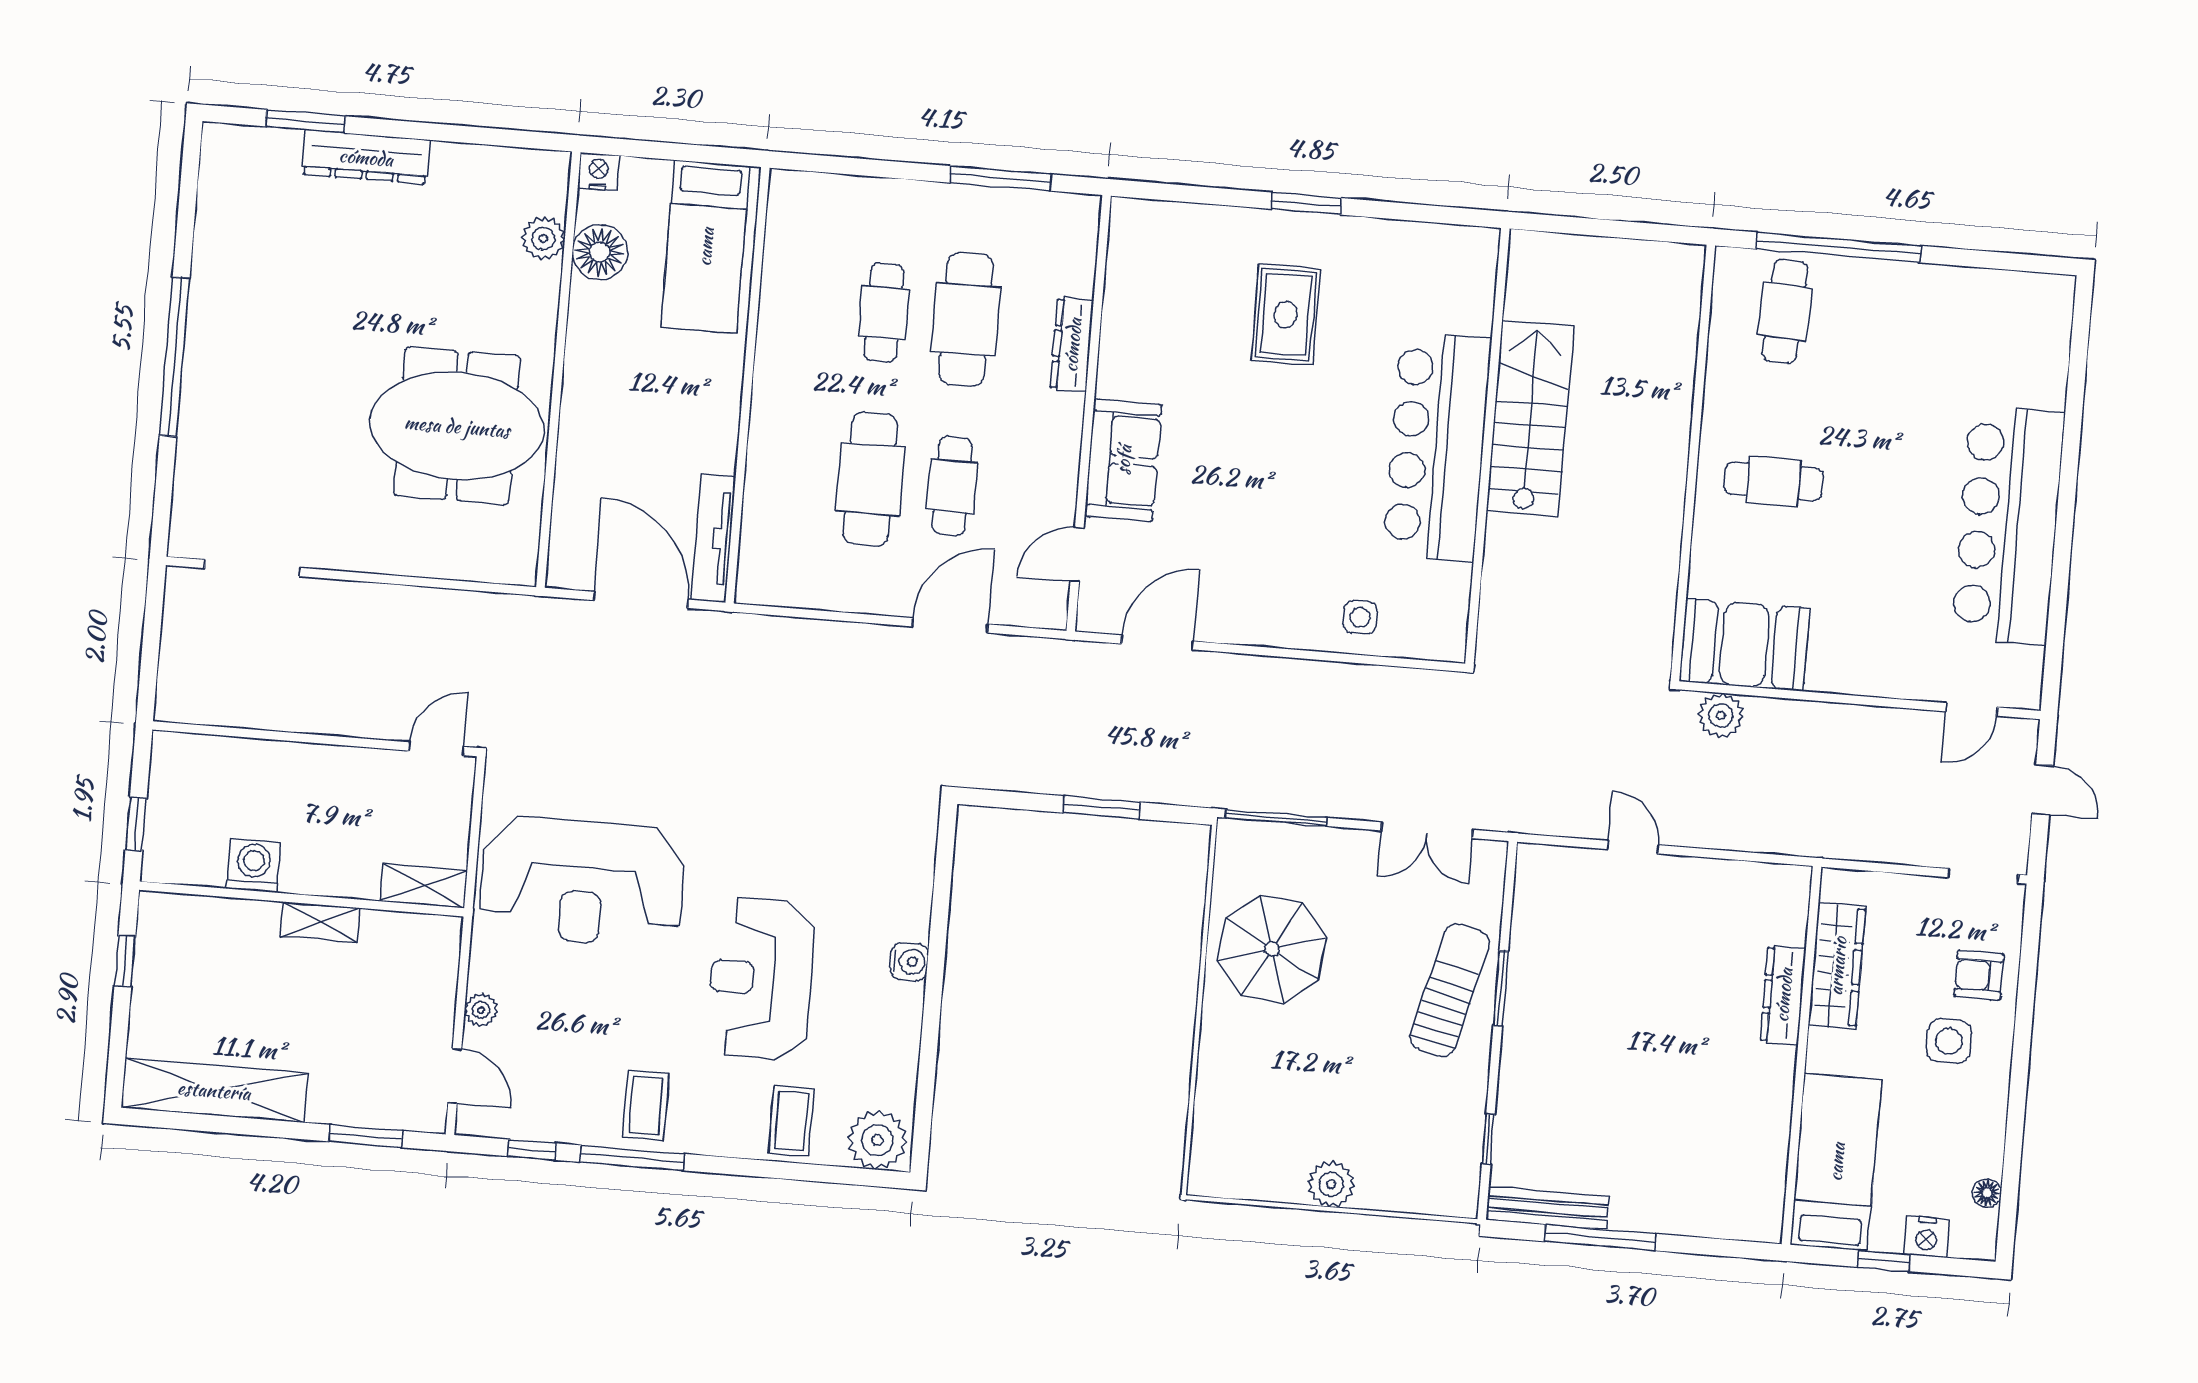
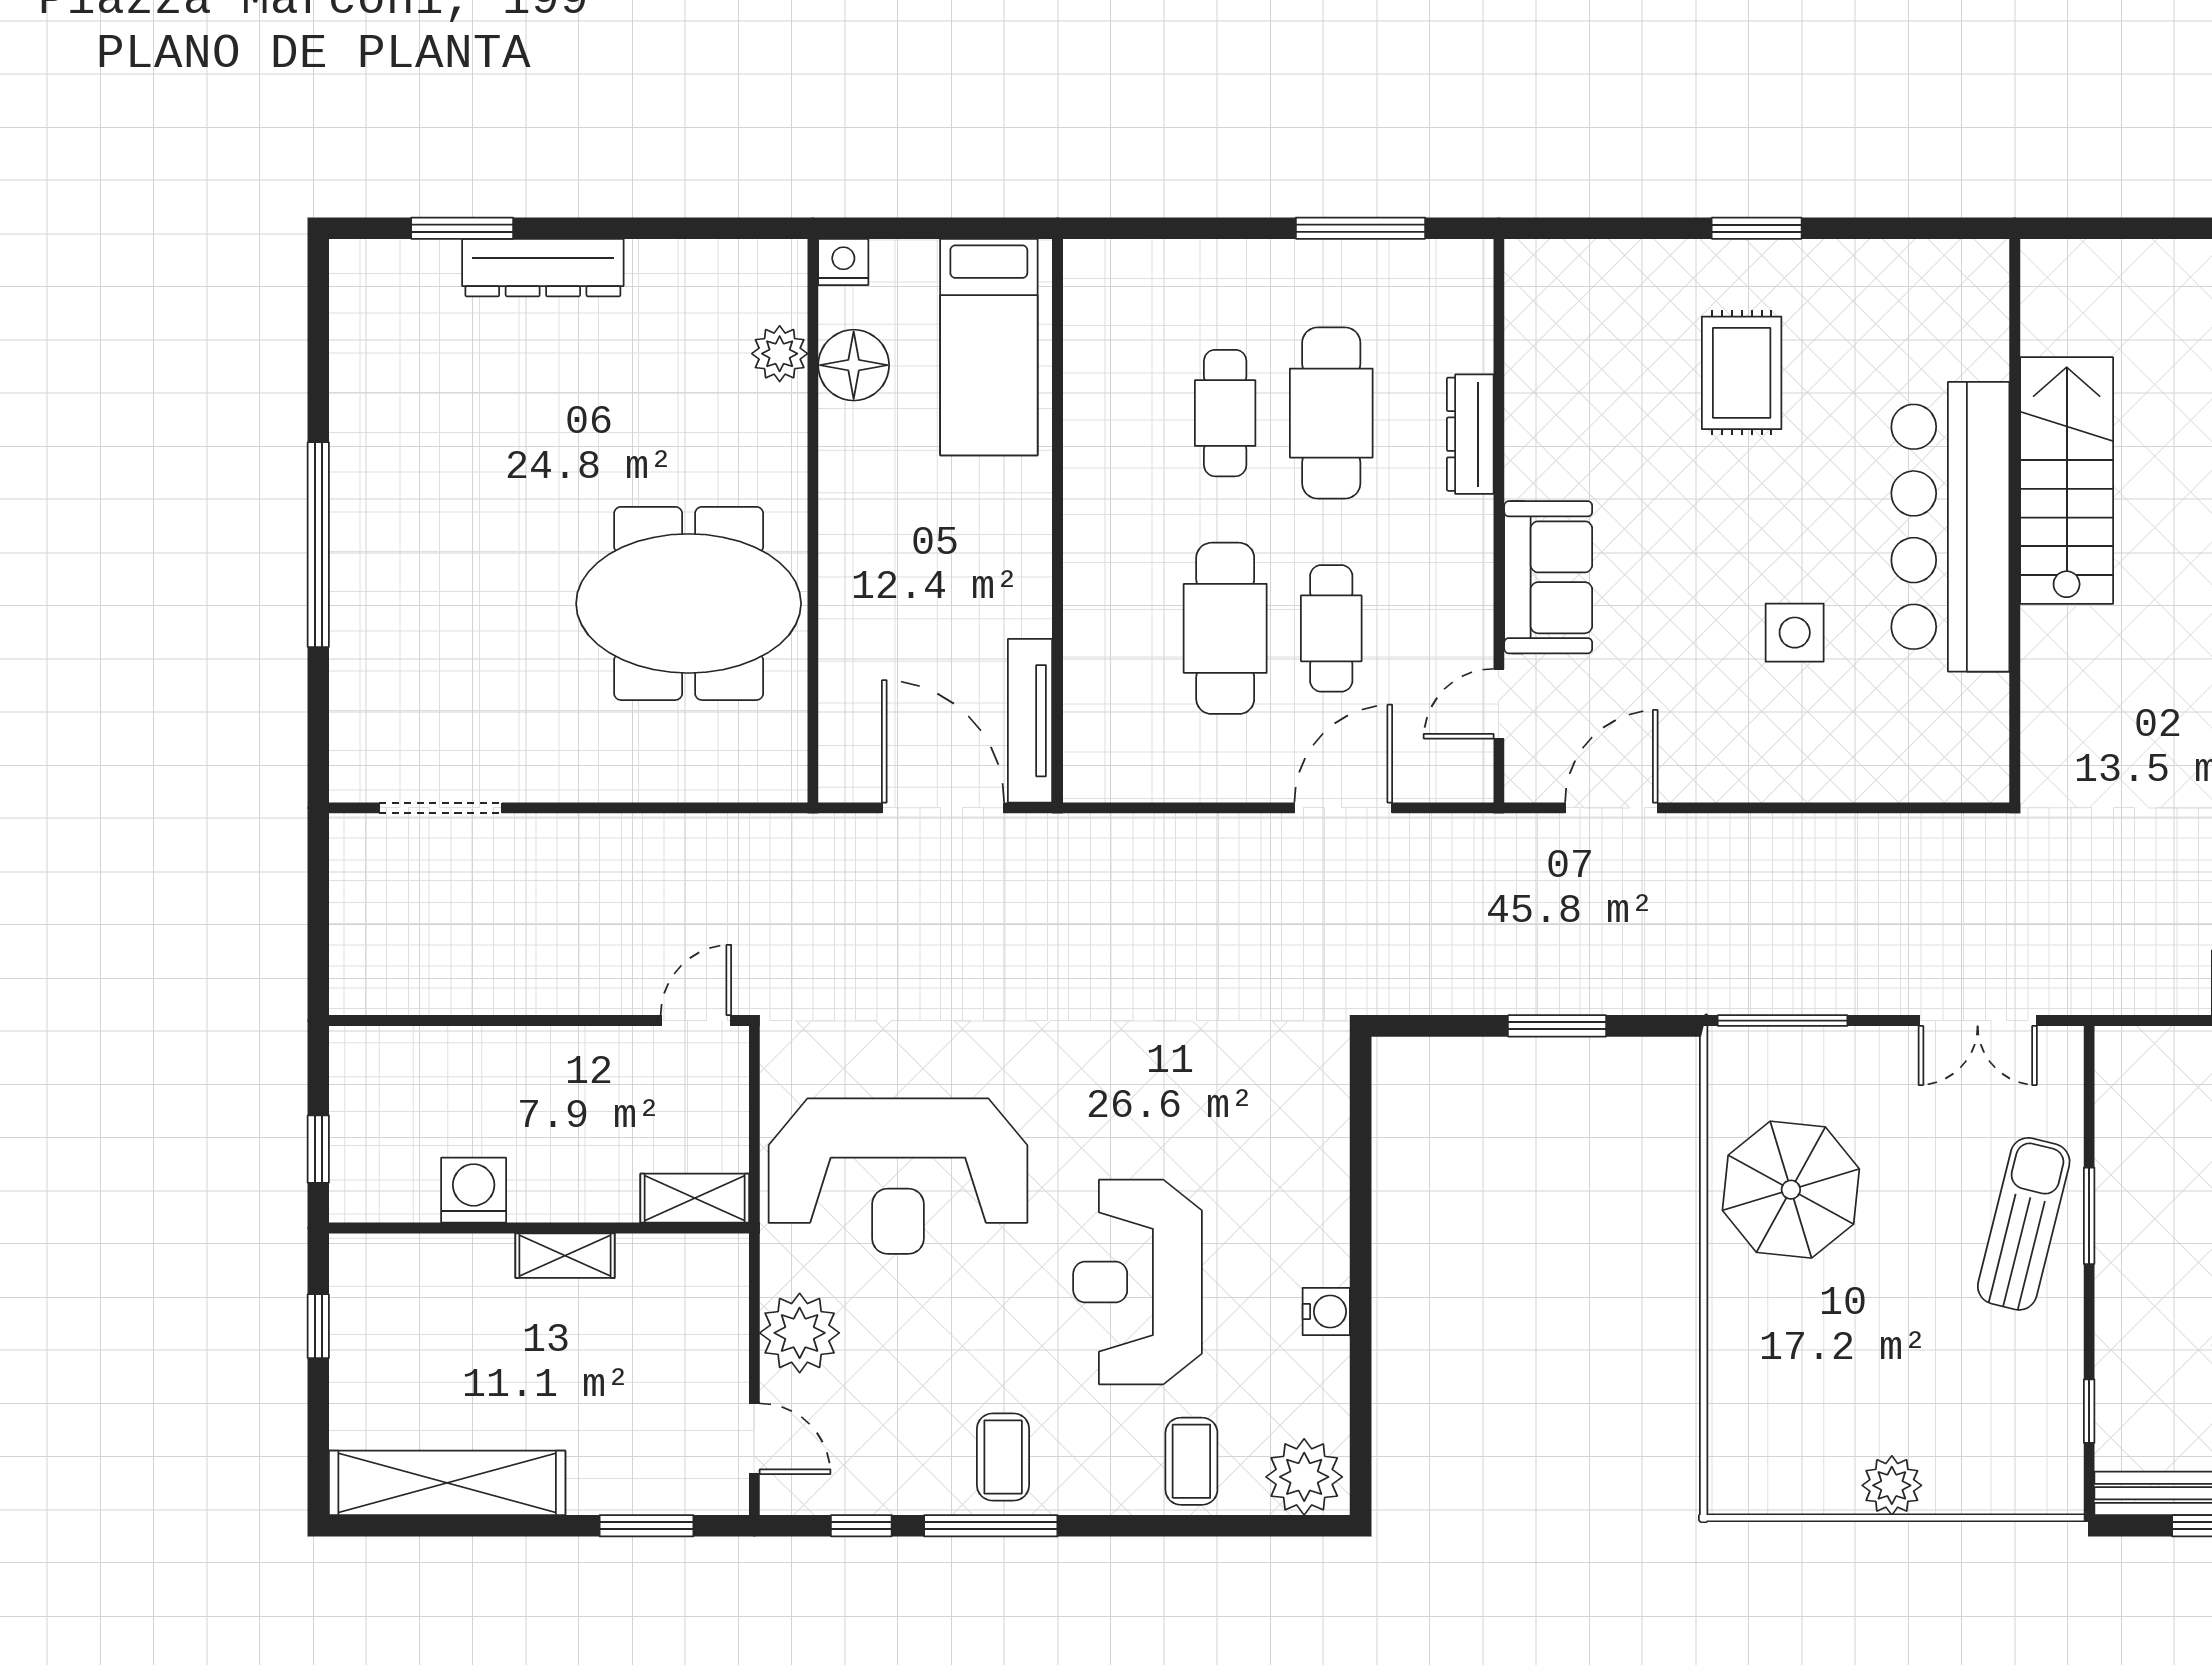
side table: (1360, 617) -> (1795, 633), moved, width x1.37, depth x1.37
water cooler: (909, 962) -> (1326, 1312), moved
plant: (481, 1010) -> (800, 1333), width x1.88, depth x1.88

